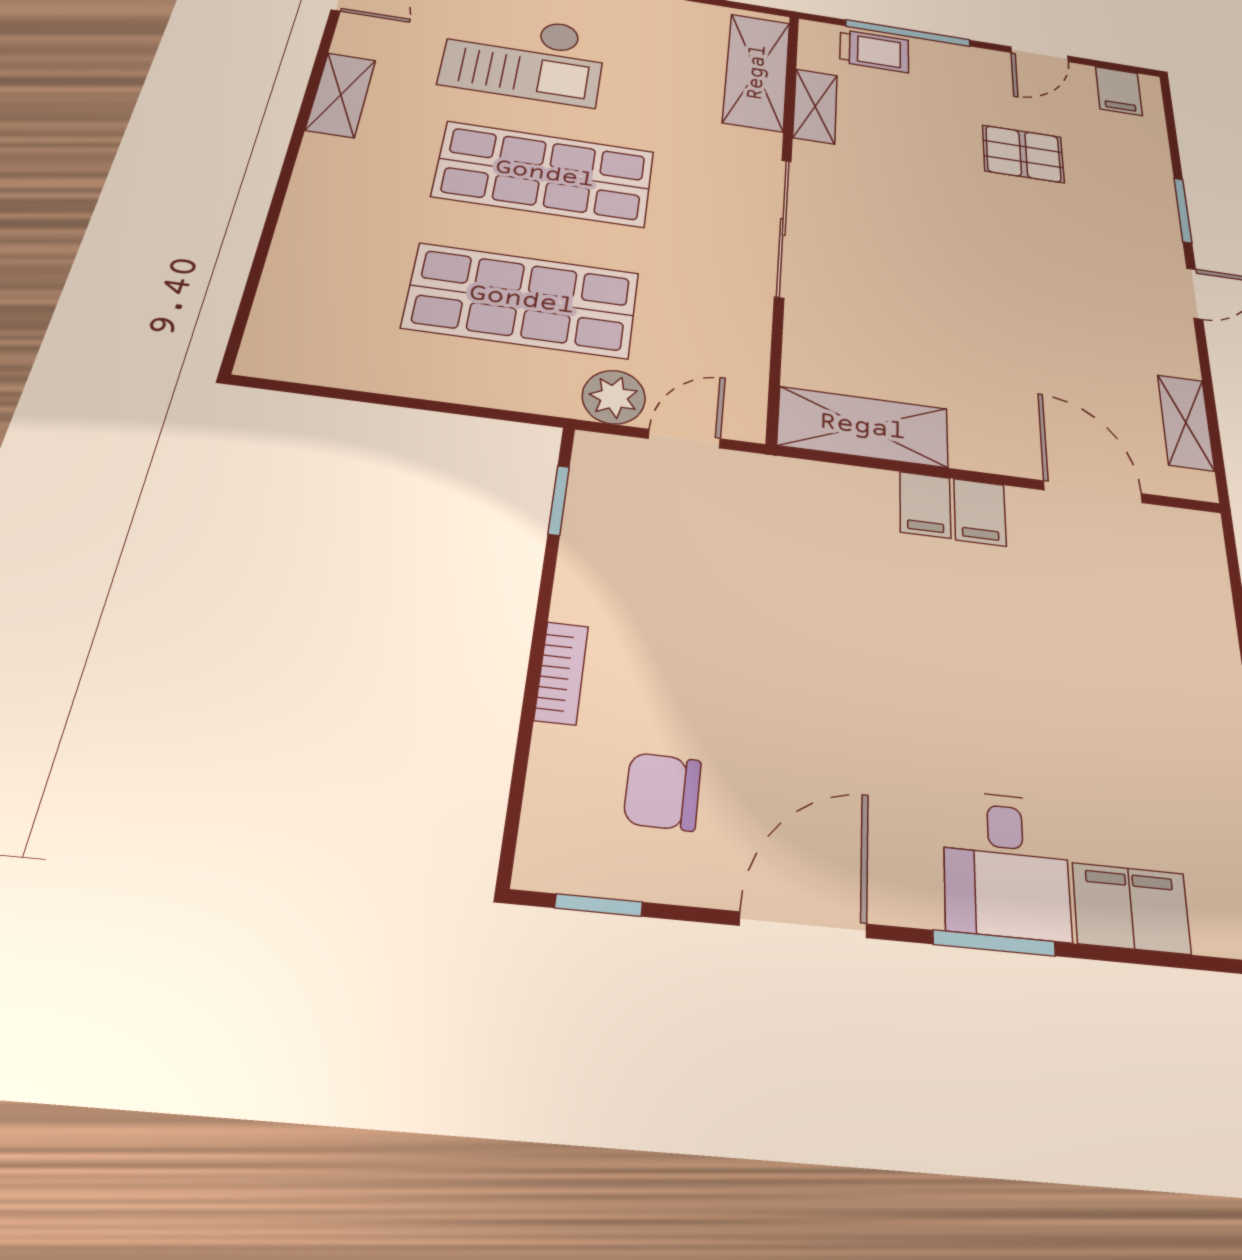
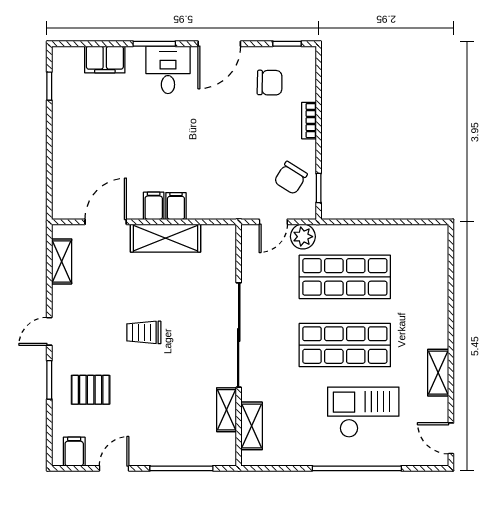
trolley: (874, 51) -> (144, 332), moved
shelving: (757, 72) -> (252, 426), width x0.67, depth x0.75
pallet: (1023, 154) -> (91, 390), moved
sliding door: (783, 227) -> (239, 335), width x1.36
shelving: (863, 427) -> (165, 238), moved
door: (1093, 492) -> (106, 222), swing flipped
chair: (629, 534) -> (291, 178), added
desk: (1006, 865) -> (168, 70), moved

